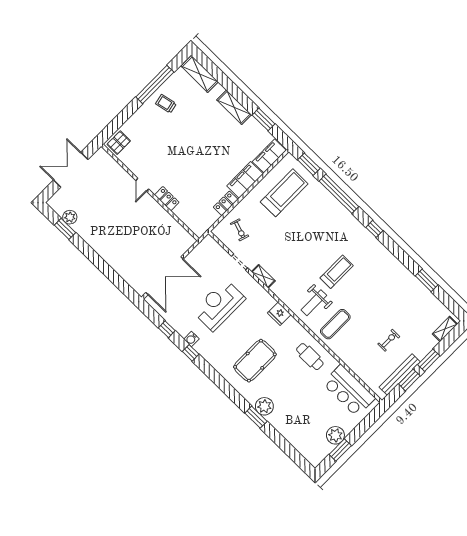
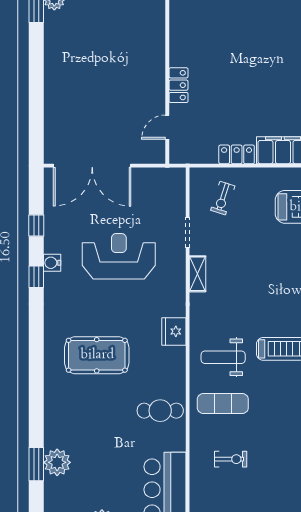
door: (142, 185) -> (167, 127), moved
exercise bike: (389, 340) -> (231, 459), moved
cafe table: (310, 357) -> (160, 411), turned 90
plant: (264, 406) -> (57, 462), moved
window: (256, 417) -> (36, 464), moved

